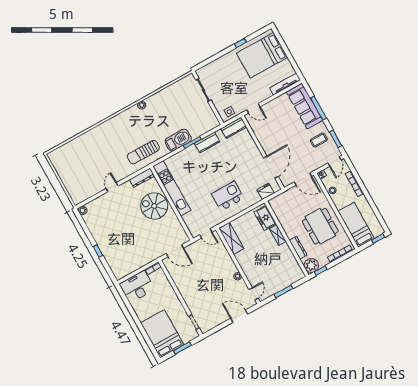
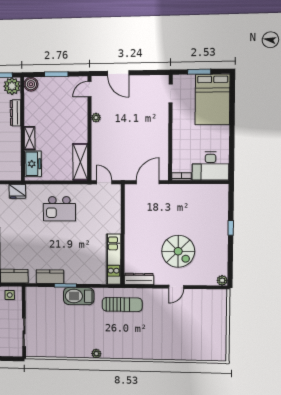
kitchen unit: (172, 188) -> (114, 259), width x0.73
spiral stairs: (154, 206) -> (178, 251), moved
door: (175, 251) -> (148, 182), hinge flipped
boiler: (298, 274) -> (31, 84), added

